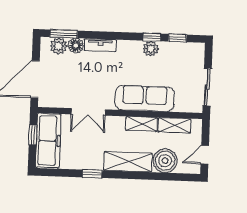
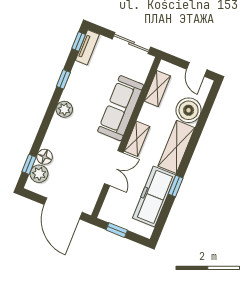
window: (64, 34) -> (29, 164), width x0.67
window: (177, 38) -> (79, 42), moved
tv unit: (100, 45) -> (87, 47), moved
plant: (151, 49) -> (64, 109), moved
shelving: (142, 124) -> (137, 139), moved
freezer: (48, 141) -> (154, 196), moved, turned -90

